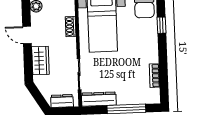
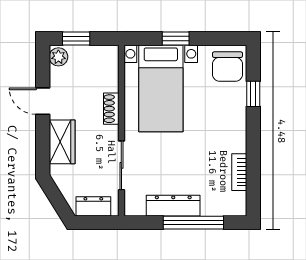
shoe rack: (71, 27) -> (111, 109), moved
dresser: (99, 99) -> (173, 206), moved

